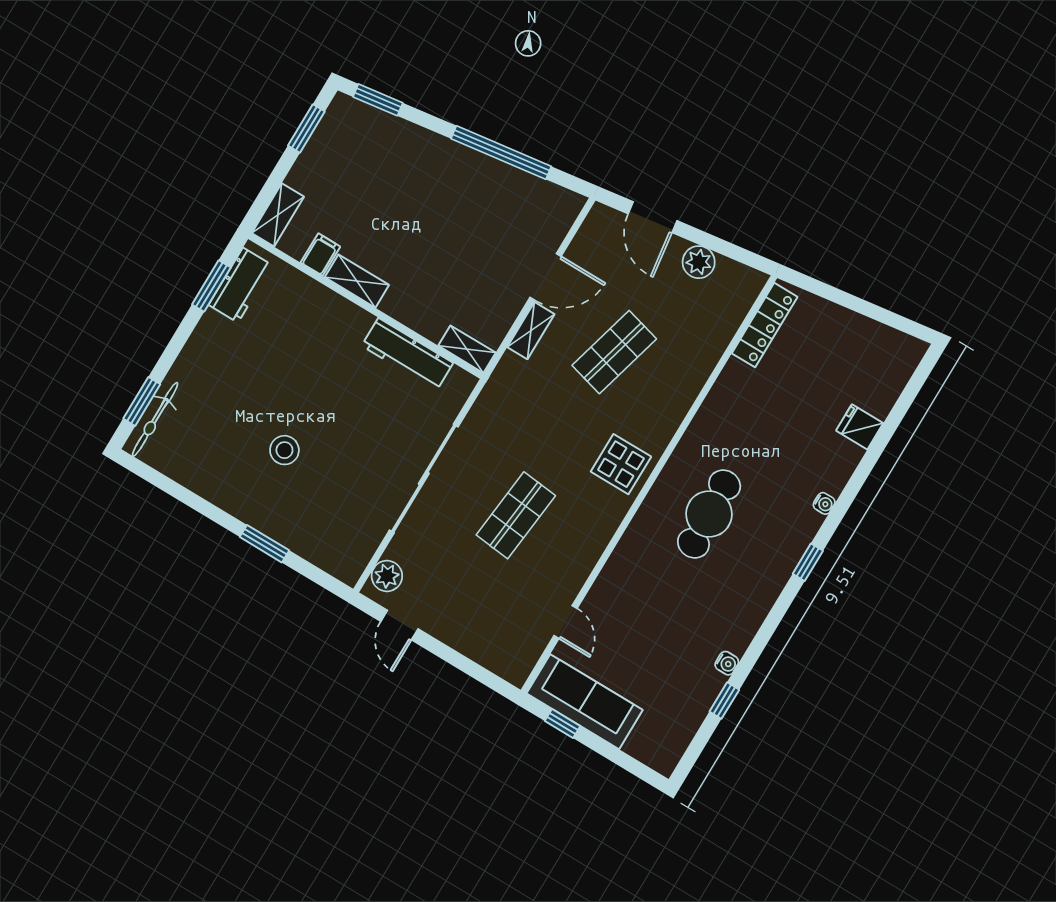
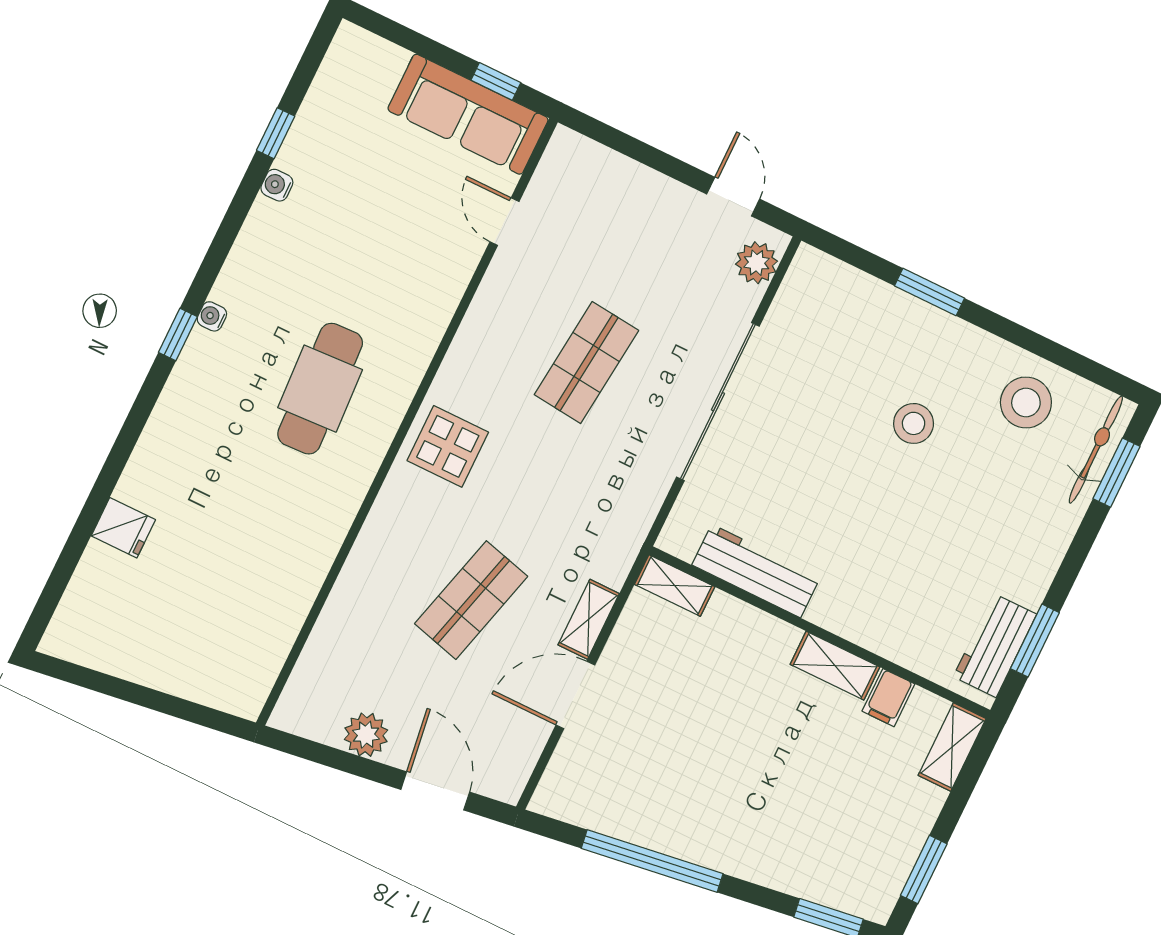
locker: (765, 325) -> (267, 656), removed
stool: (202, 458) -> (1026, 403), added
water cooler: (824, 503) -> (212, 316), moved

